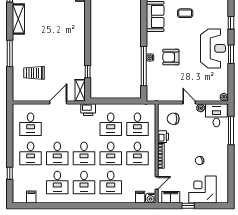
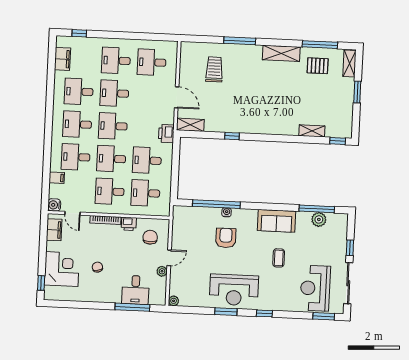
window: (88, 72) -> (232, 136), moved
desk: (216, 115) -> (135, 290), moved, turned 90
window: (10, 173) -> (79, 33), moved
filing cabinet: (31, 197) -> (62, 59), width x2.00
filing cabinet: (140, 197) -> (57, 178), moved
window: (188, 206) -> (41, 283), moved

